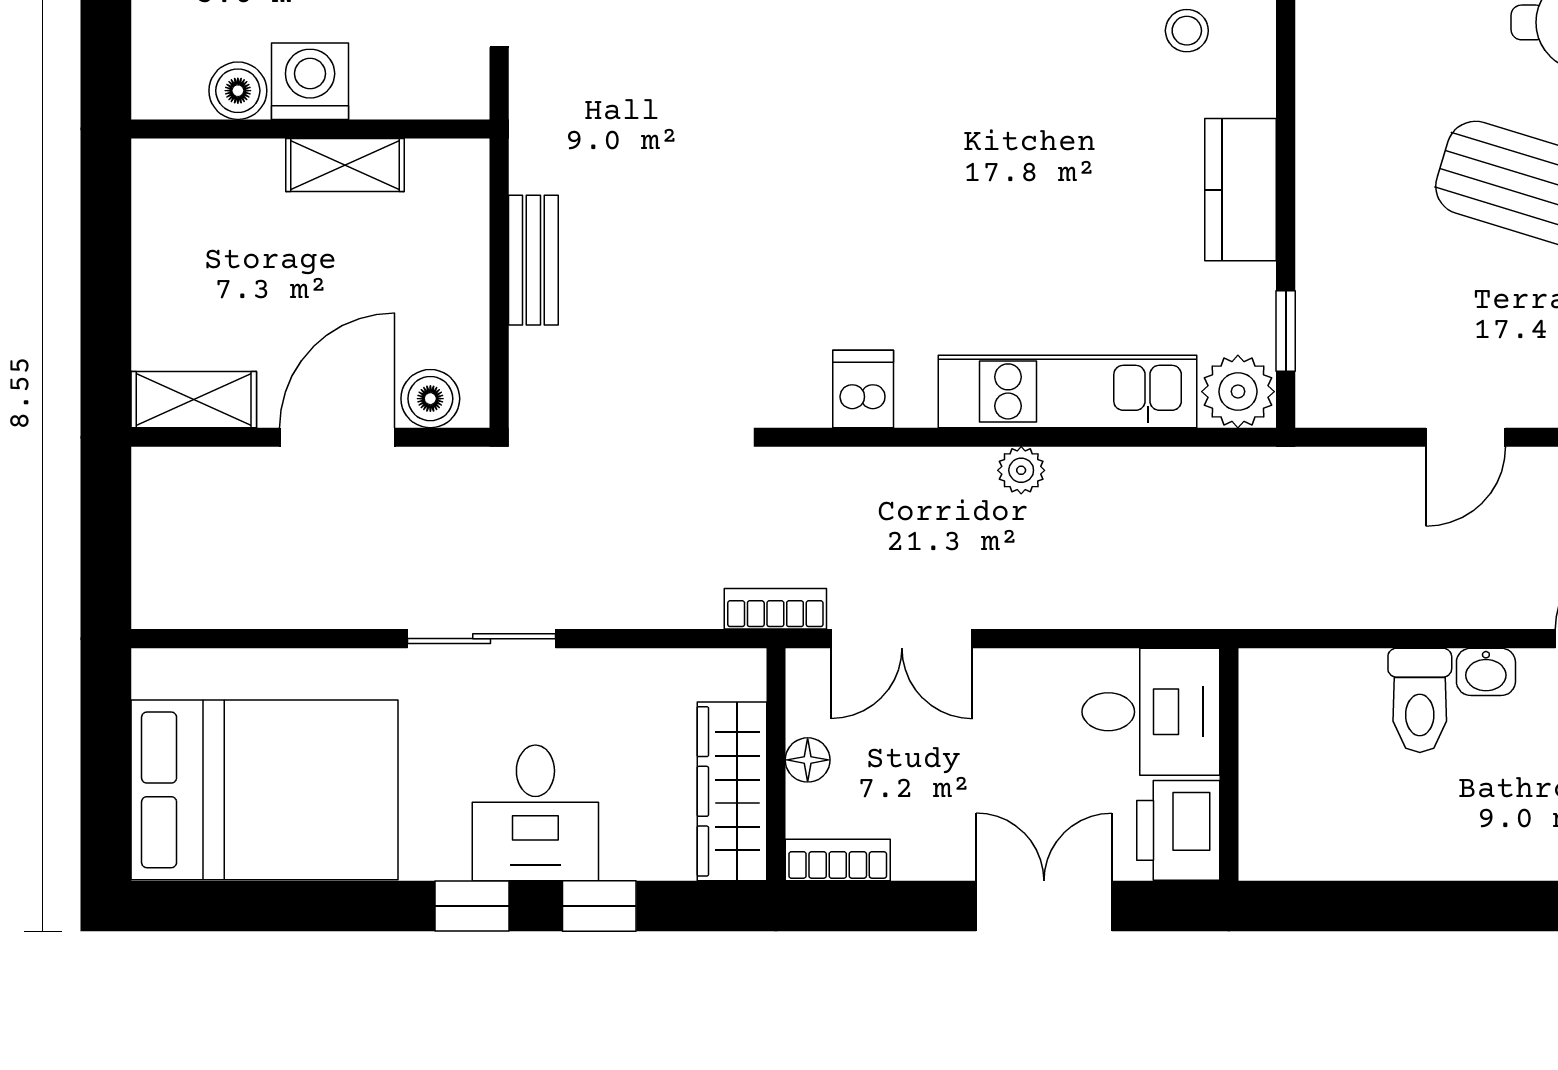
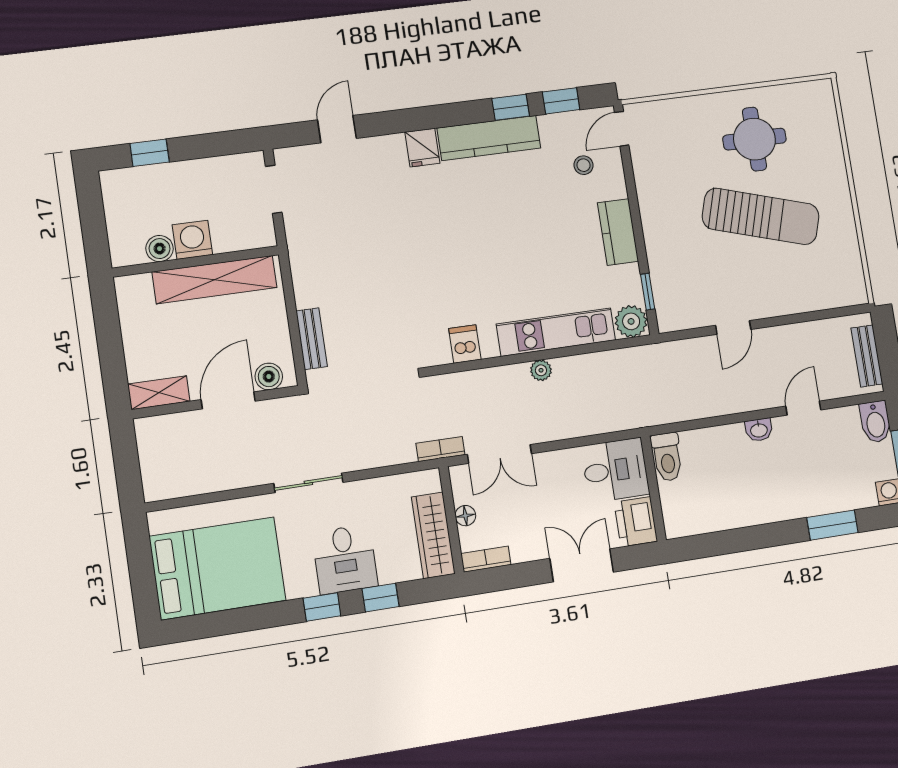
shelving: (345, 165) -> (215, 280), width x2.20, depth x1.33
bench: (533, 260) -> (312, 339), moved
toilet: (1420, 700) -> (667, 457), moved

